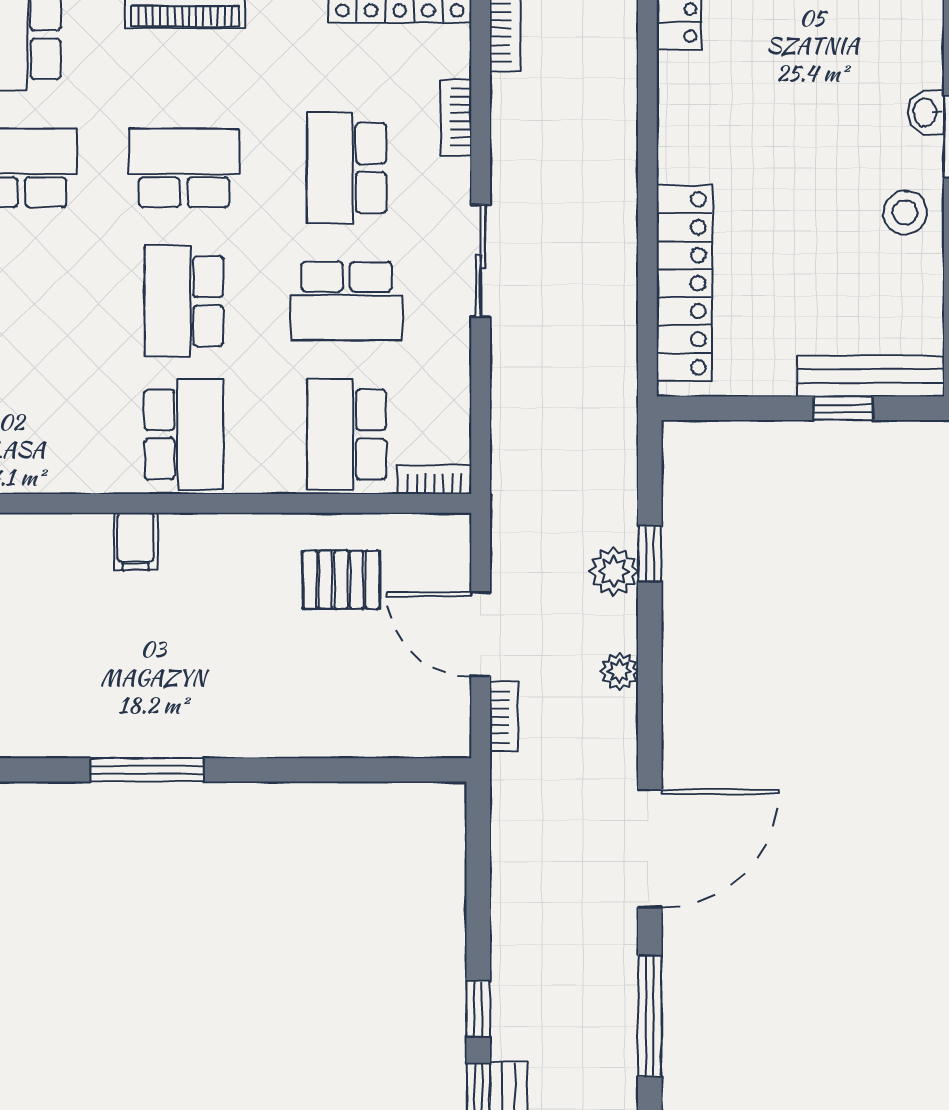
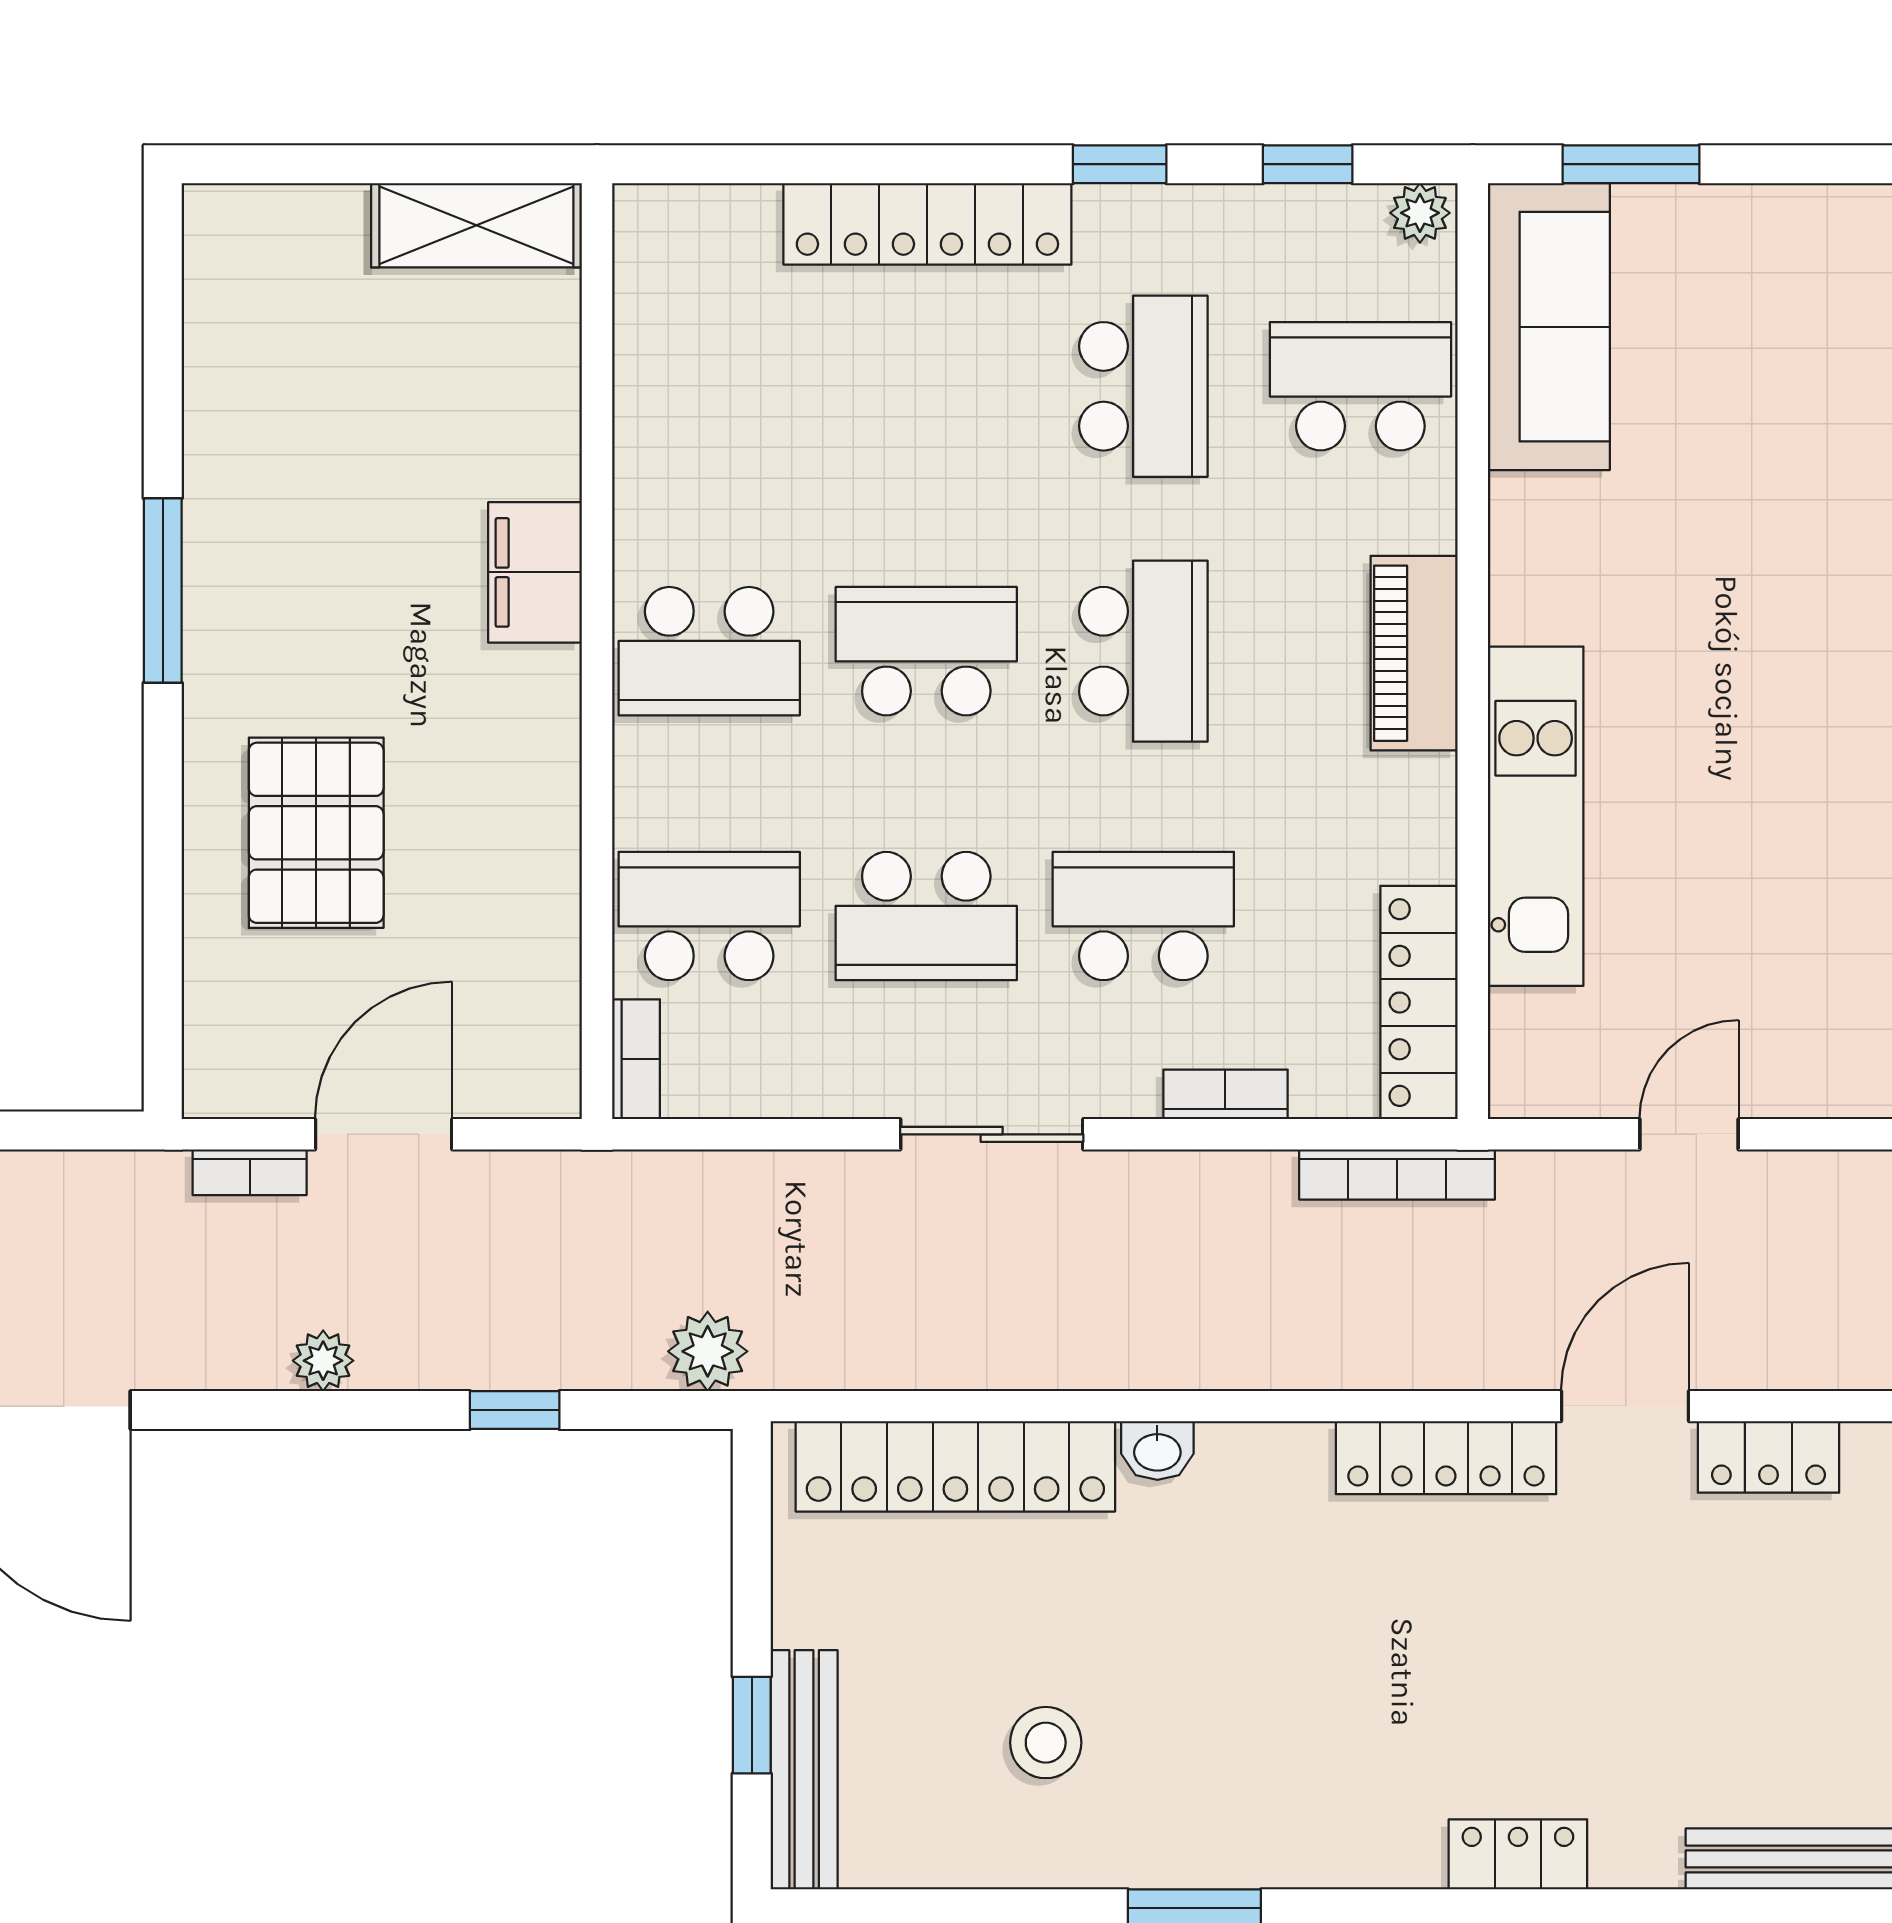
washbasin: (926, 112) -> (1157, 1451), moved, turned 180
stool: (905, 212) -> (1046, 1743), moved
school desk: (347, 301) -> (926, 916), turned -90
filing cabinet: (136, 541) -> (535, 572), width x2.00
plant: (614, 571) -> (708, 1351), moved
pallet: (341, 580) -> (316, 833), moved, width x1.50, depth x1.42

